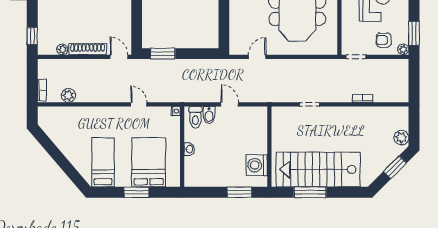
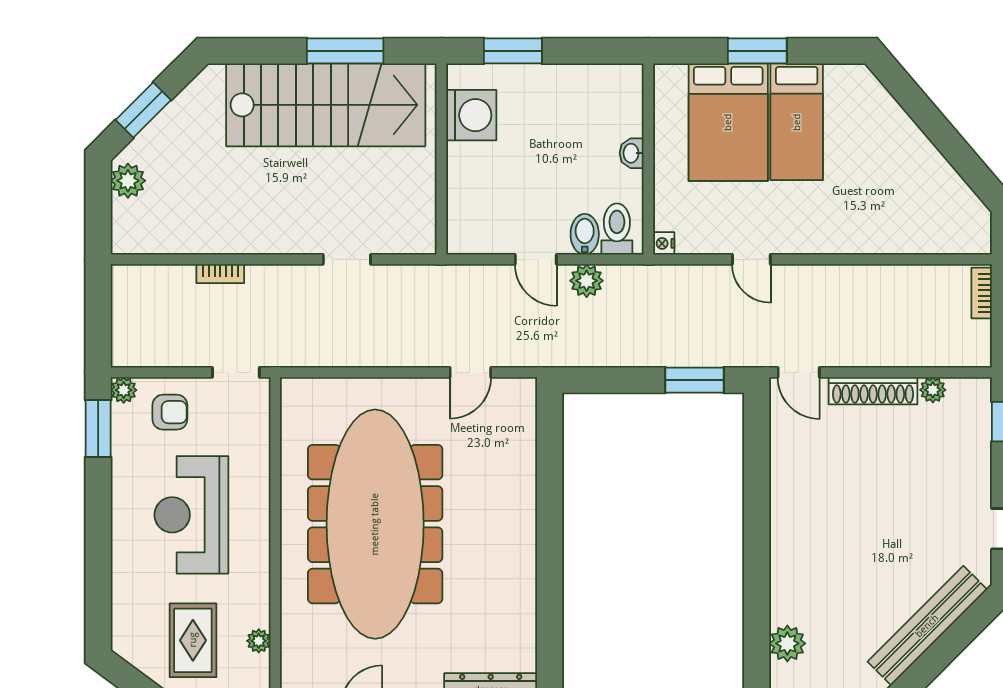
plant: (68, 95) -> (587, 281), moved
bed: (103, 162) -> (797, 122), moved

